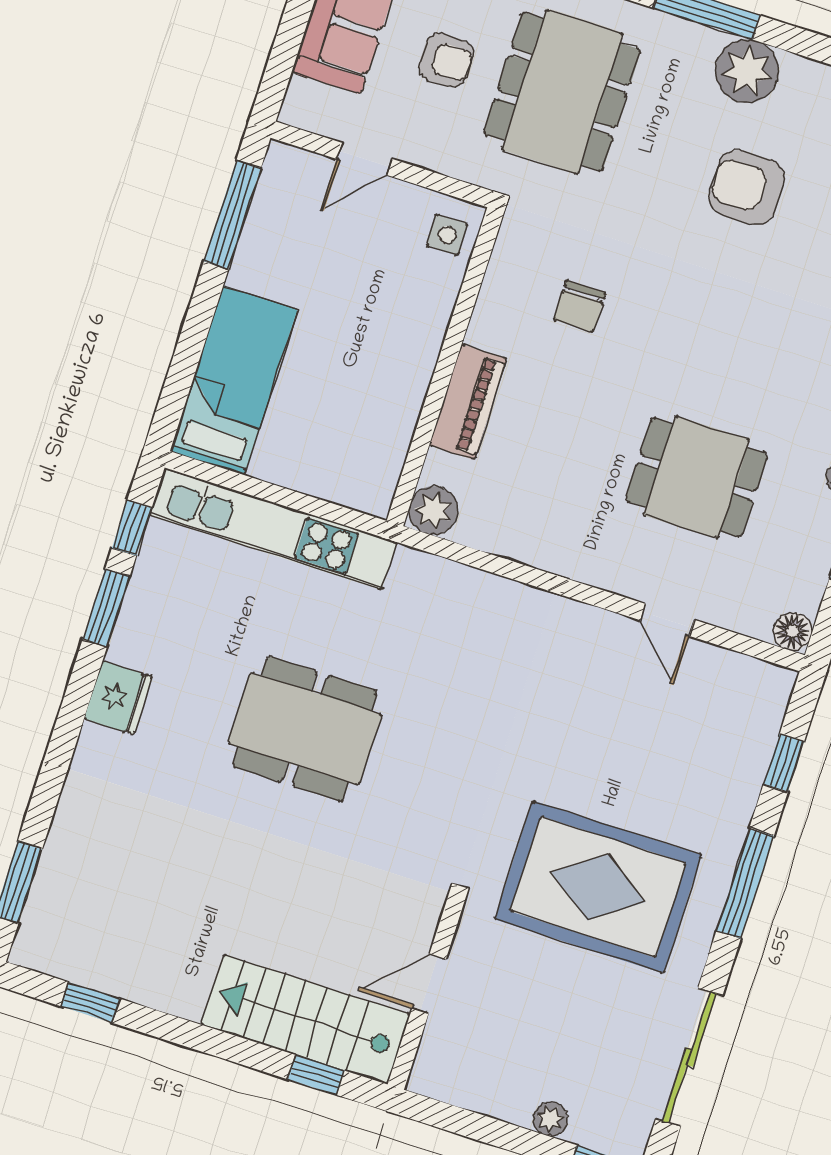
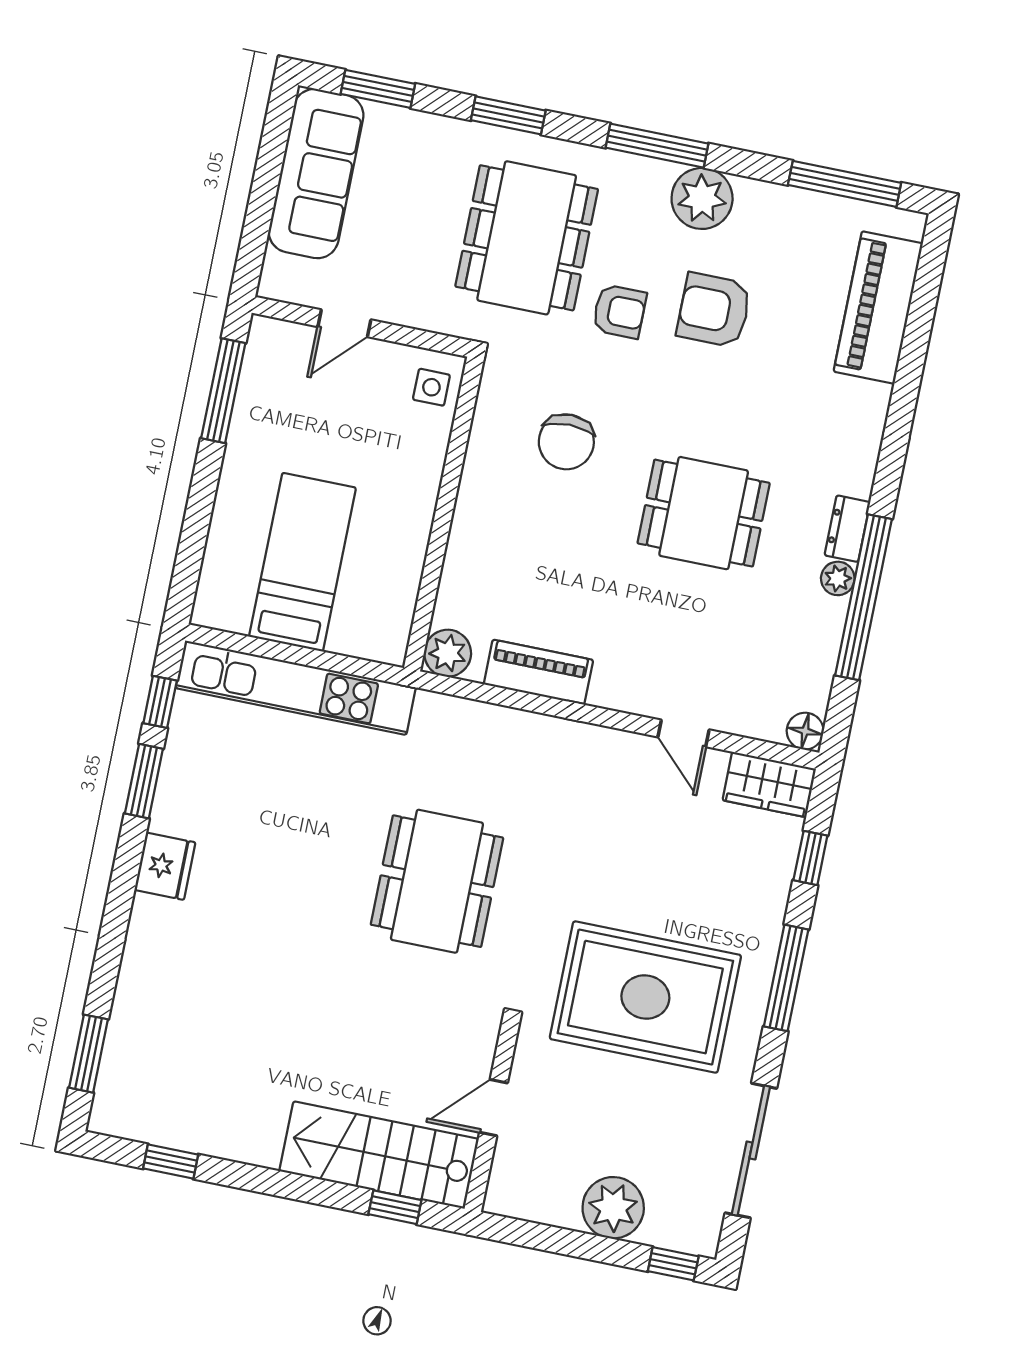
armchair: (446, 60) -> (619, 311), moved
chair: (580, 306) -> (566, 442), width x1.37, depth x1.37
bed: (233, 381) -> (303, 562), moved
piano: (468, 402) -> (538, 672), moved, turned -90
dining table: (697, 477) -> (704, 513), moved
wardrobe: (750, 682) -> (769, 785), added
dining table: (305, 729) -> (437, 881), moved, turned 90
plant: (551, 1119) -> (613, 1208), width x1.88, depth x1.88

